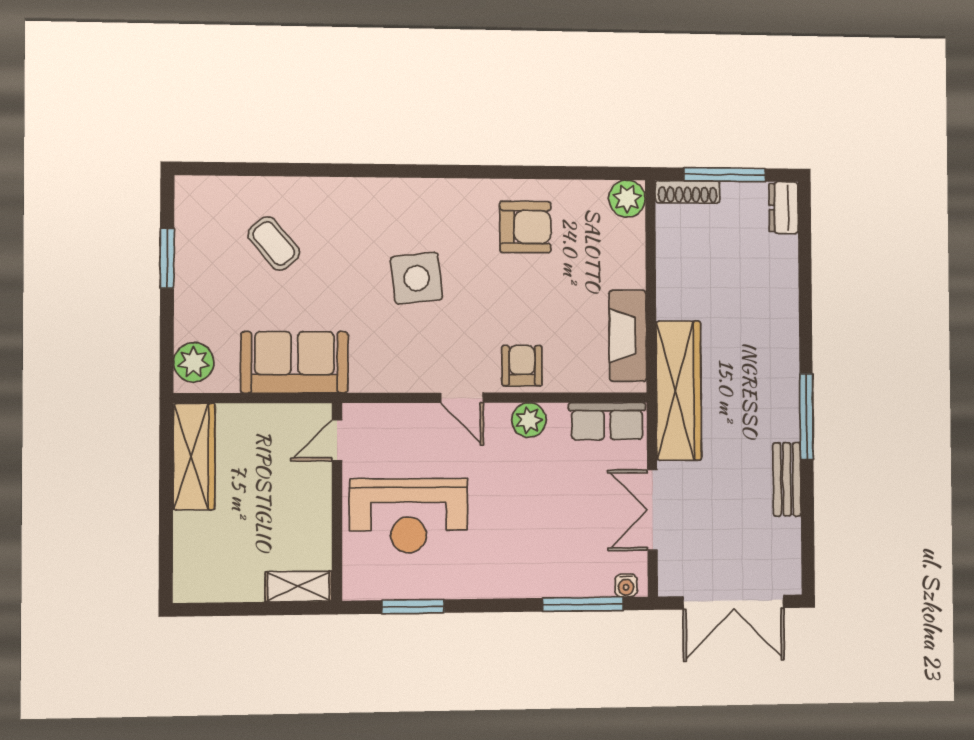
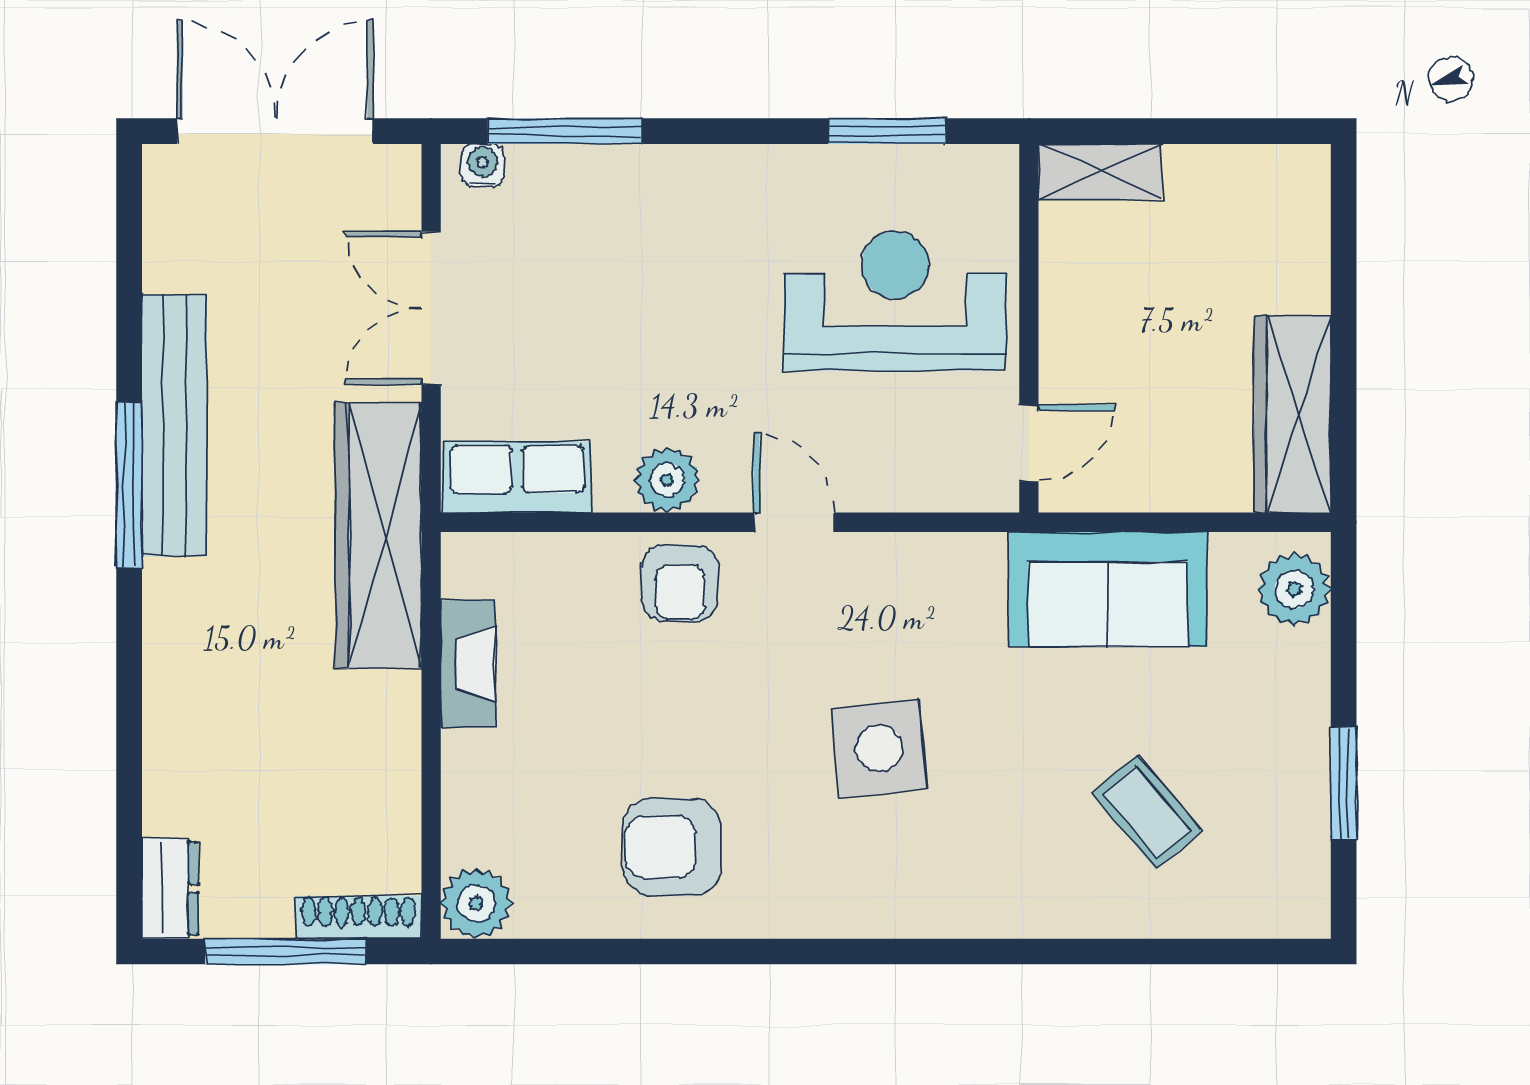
fireplace: (628, 336) -> (468, 664), width x0.73, depth x0.76
bench: (787, 479) -> (174, 425), width x1.86, depth x1.21
double door: (652, 510) -> (431, 308), swing flipped

